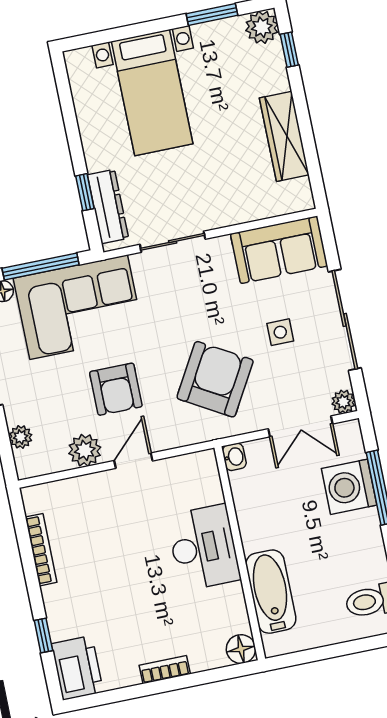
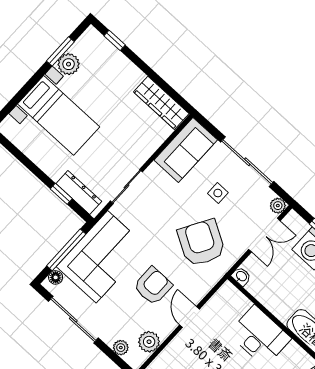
plant: (262, 27) -> (69, 64), moved
wardrobe: (284, 136) -> (161, 103), moved
armchair: (116, 389) -> (153, 286), turned -90
plant: (85, 450) -> (149, 342), moved

